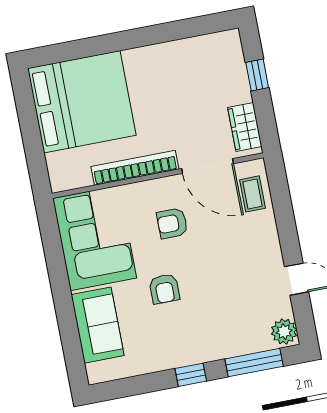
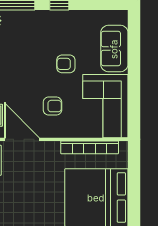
bookcase: (135, 168) -> (90, 147), moved
armchair: (164, 289) -> (66, 64), turned -90

